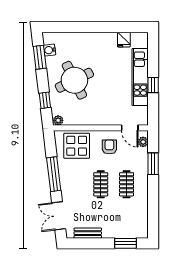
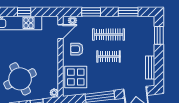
clothes rail: (127, 184) -> (109, 34), width x1.36
window: (153, 207) -> (128, 12), added

